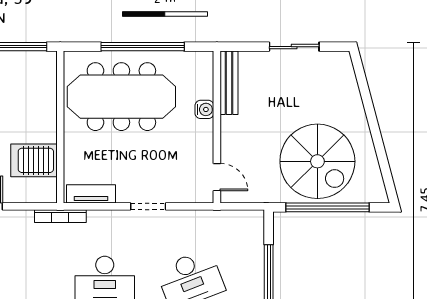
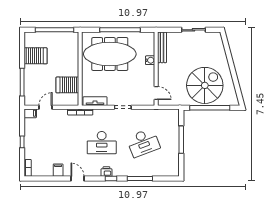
spiral stairs: (317, 161) -> (205, 85), turned -90

